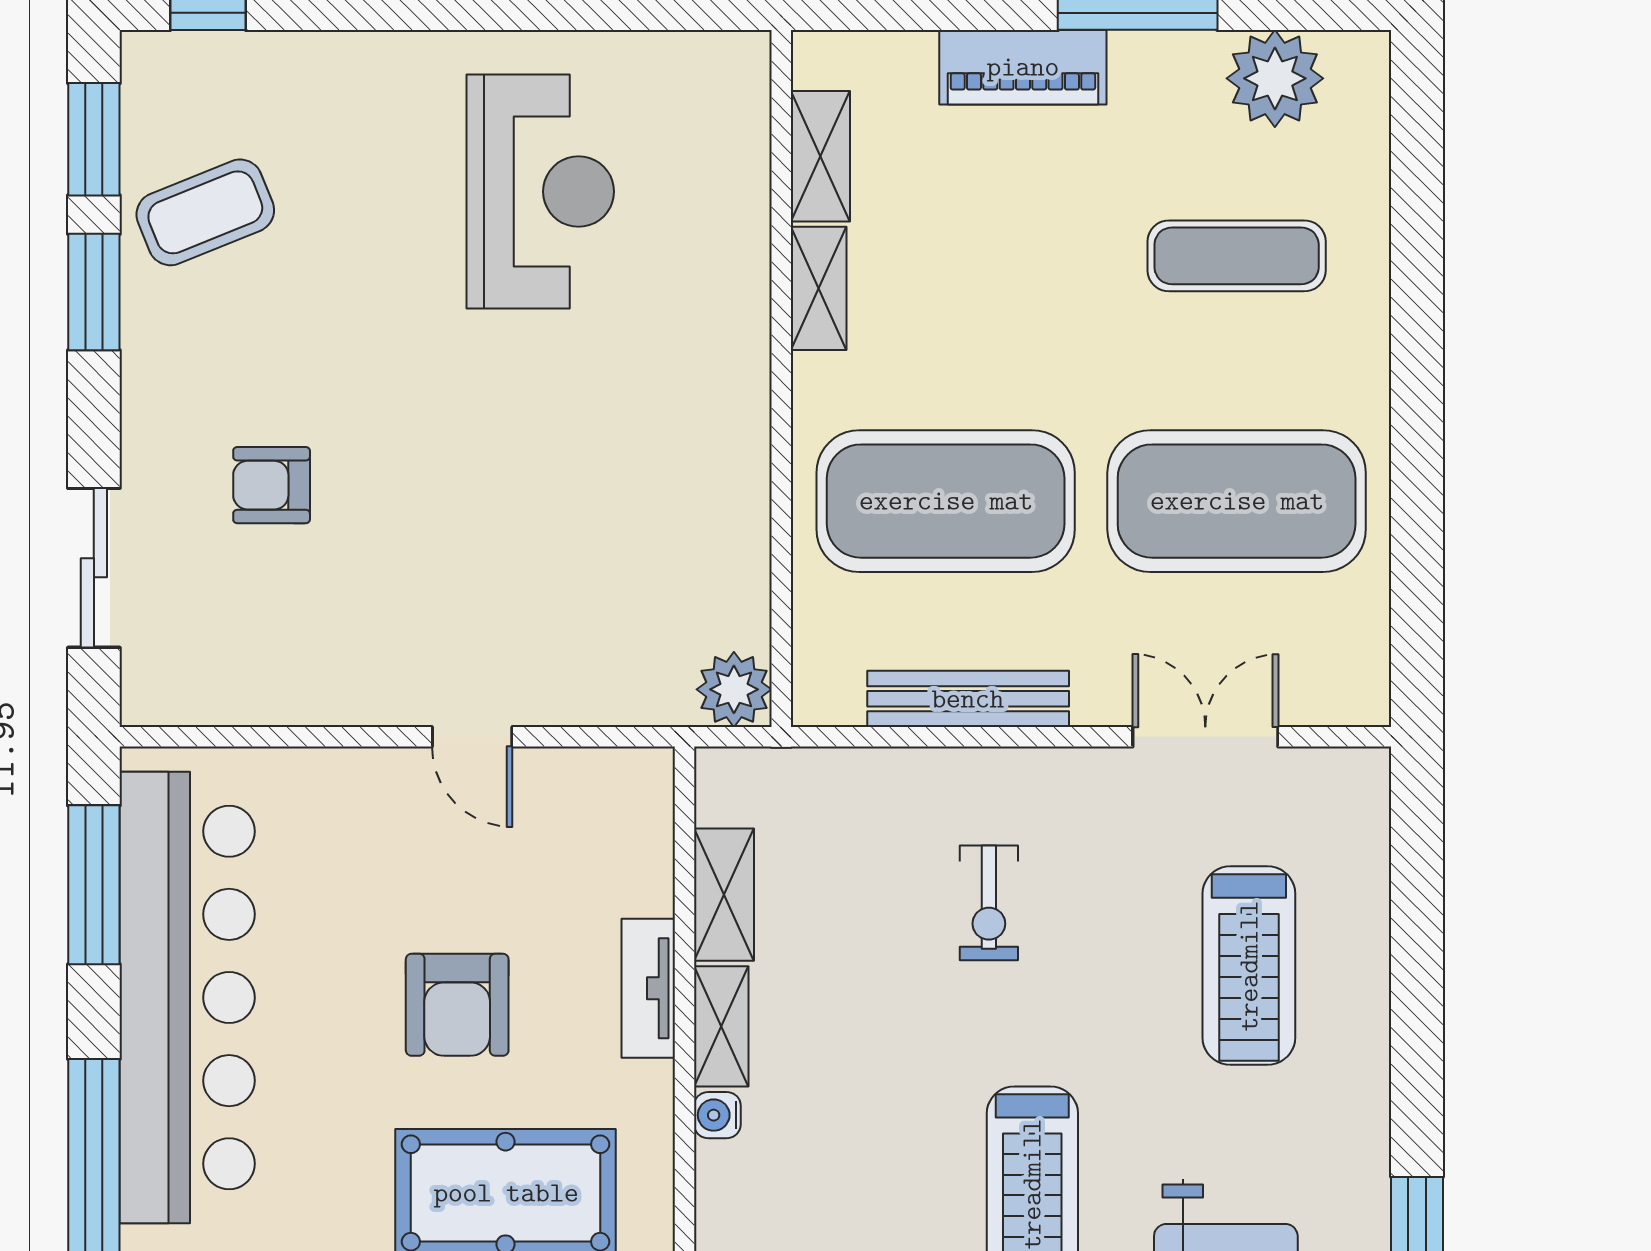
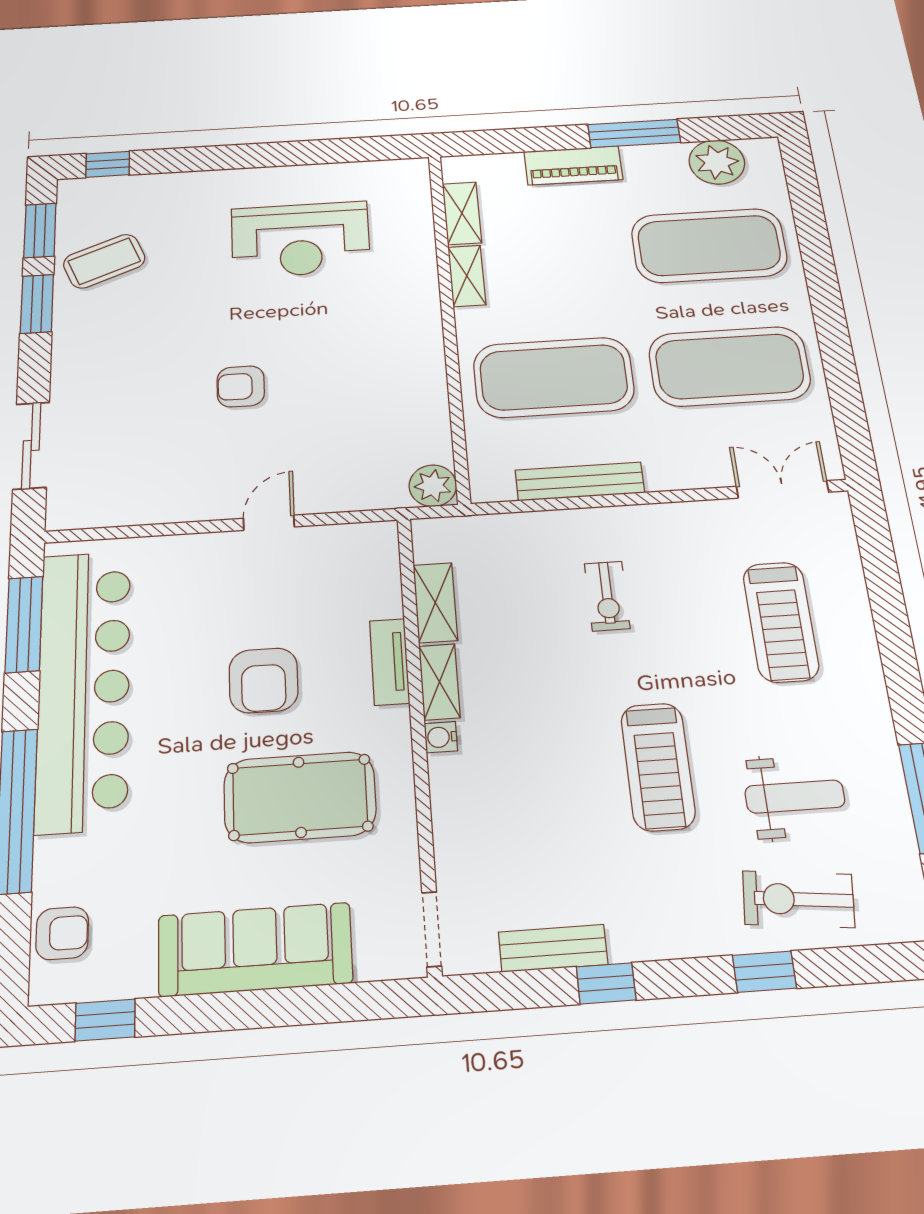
reception desk: (540, 192) -> (300, 239), turned 90
exercise mat: (1237, 256) -> (709, 245), width x2.00, depth x1.45
armchair: (272, 485) -> (241, 386), moved
door: (472, 737) -> (269, 523), swing flipped
double door: (1205, 737) -> (782, 489), moved

